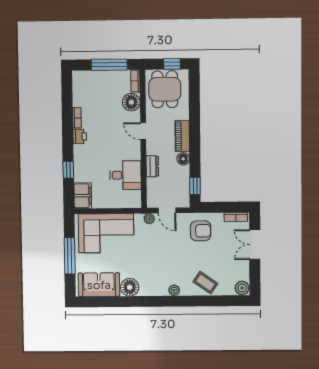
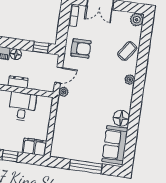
armchair: (201, 231) -> (81, 48), turned 90
corner sofa: (106, 233) -> (71, 132), removed

